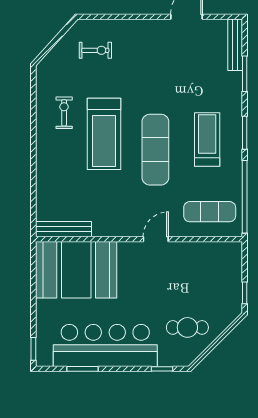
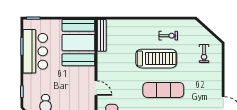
treadmill: (104, 134) -> (156, 59), turned 180
exercise mat: (155, 150) -> (163, 90), moved
bar counter: (105, 345) -> (35, 51), width x0.73

